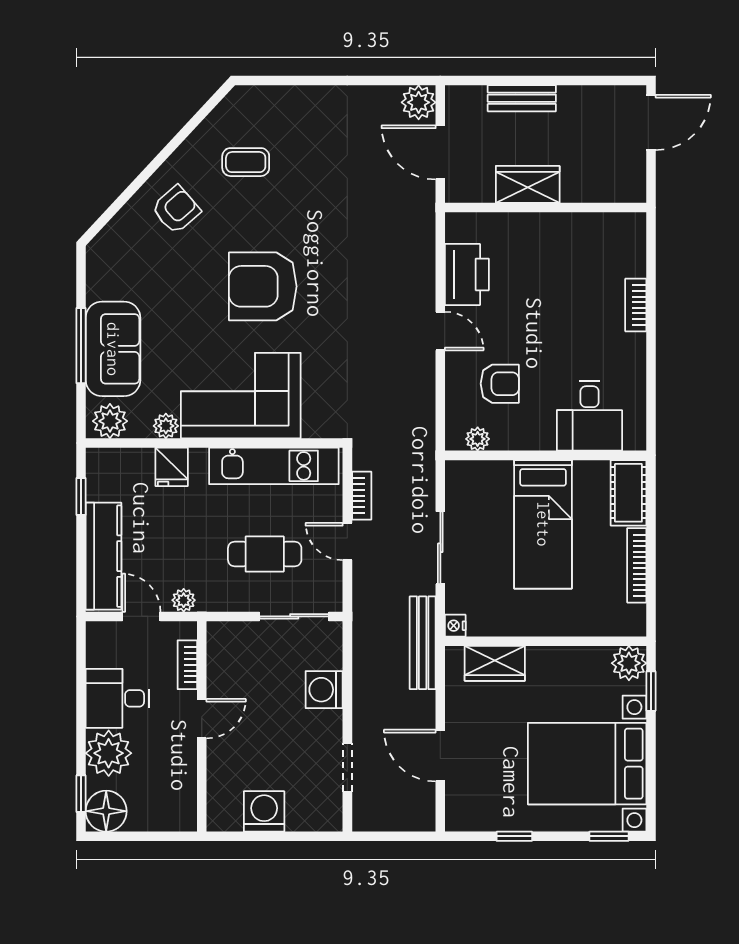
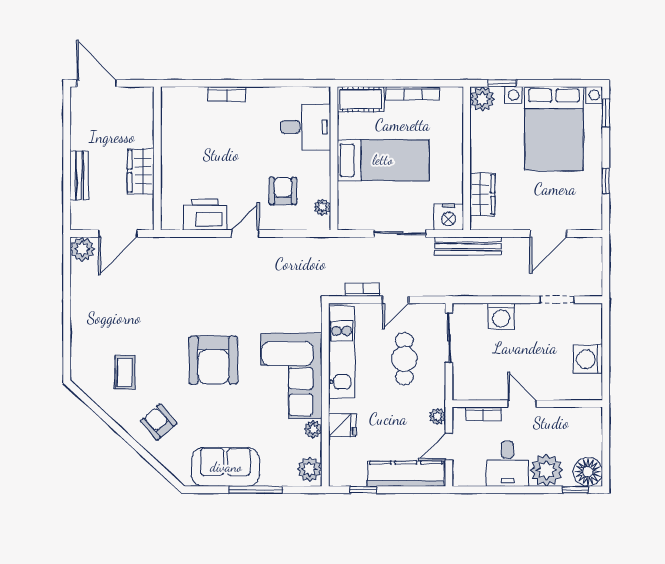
sofa: (113, 349) -> (226, 467), moved
nightstand: (455, 626) -> (449, 217), width x1.89, depth x1.79

